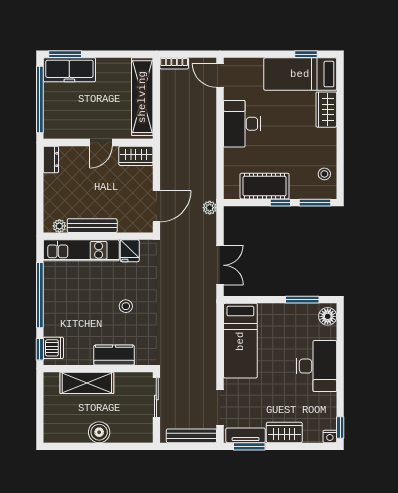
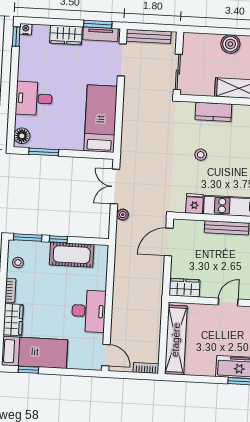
door: (101, 142) -> (228, 302), moved
bookcase: (331, 142) -> (10, 290), added
plant: (210, 208) -> (123, 215), moved
desk: (316, 366) -> (34, 99), width x0.73

